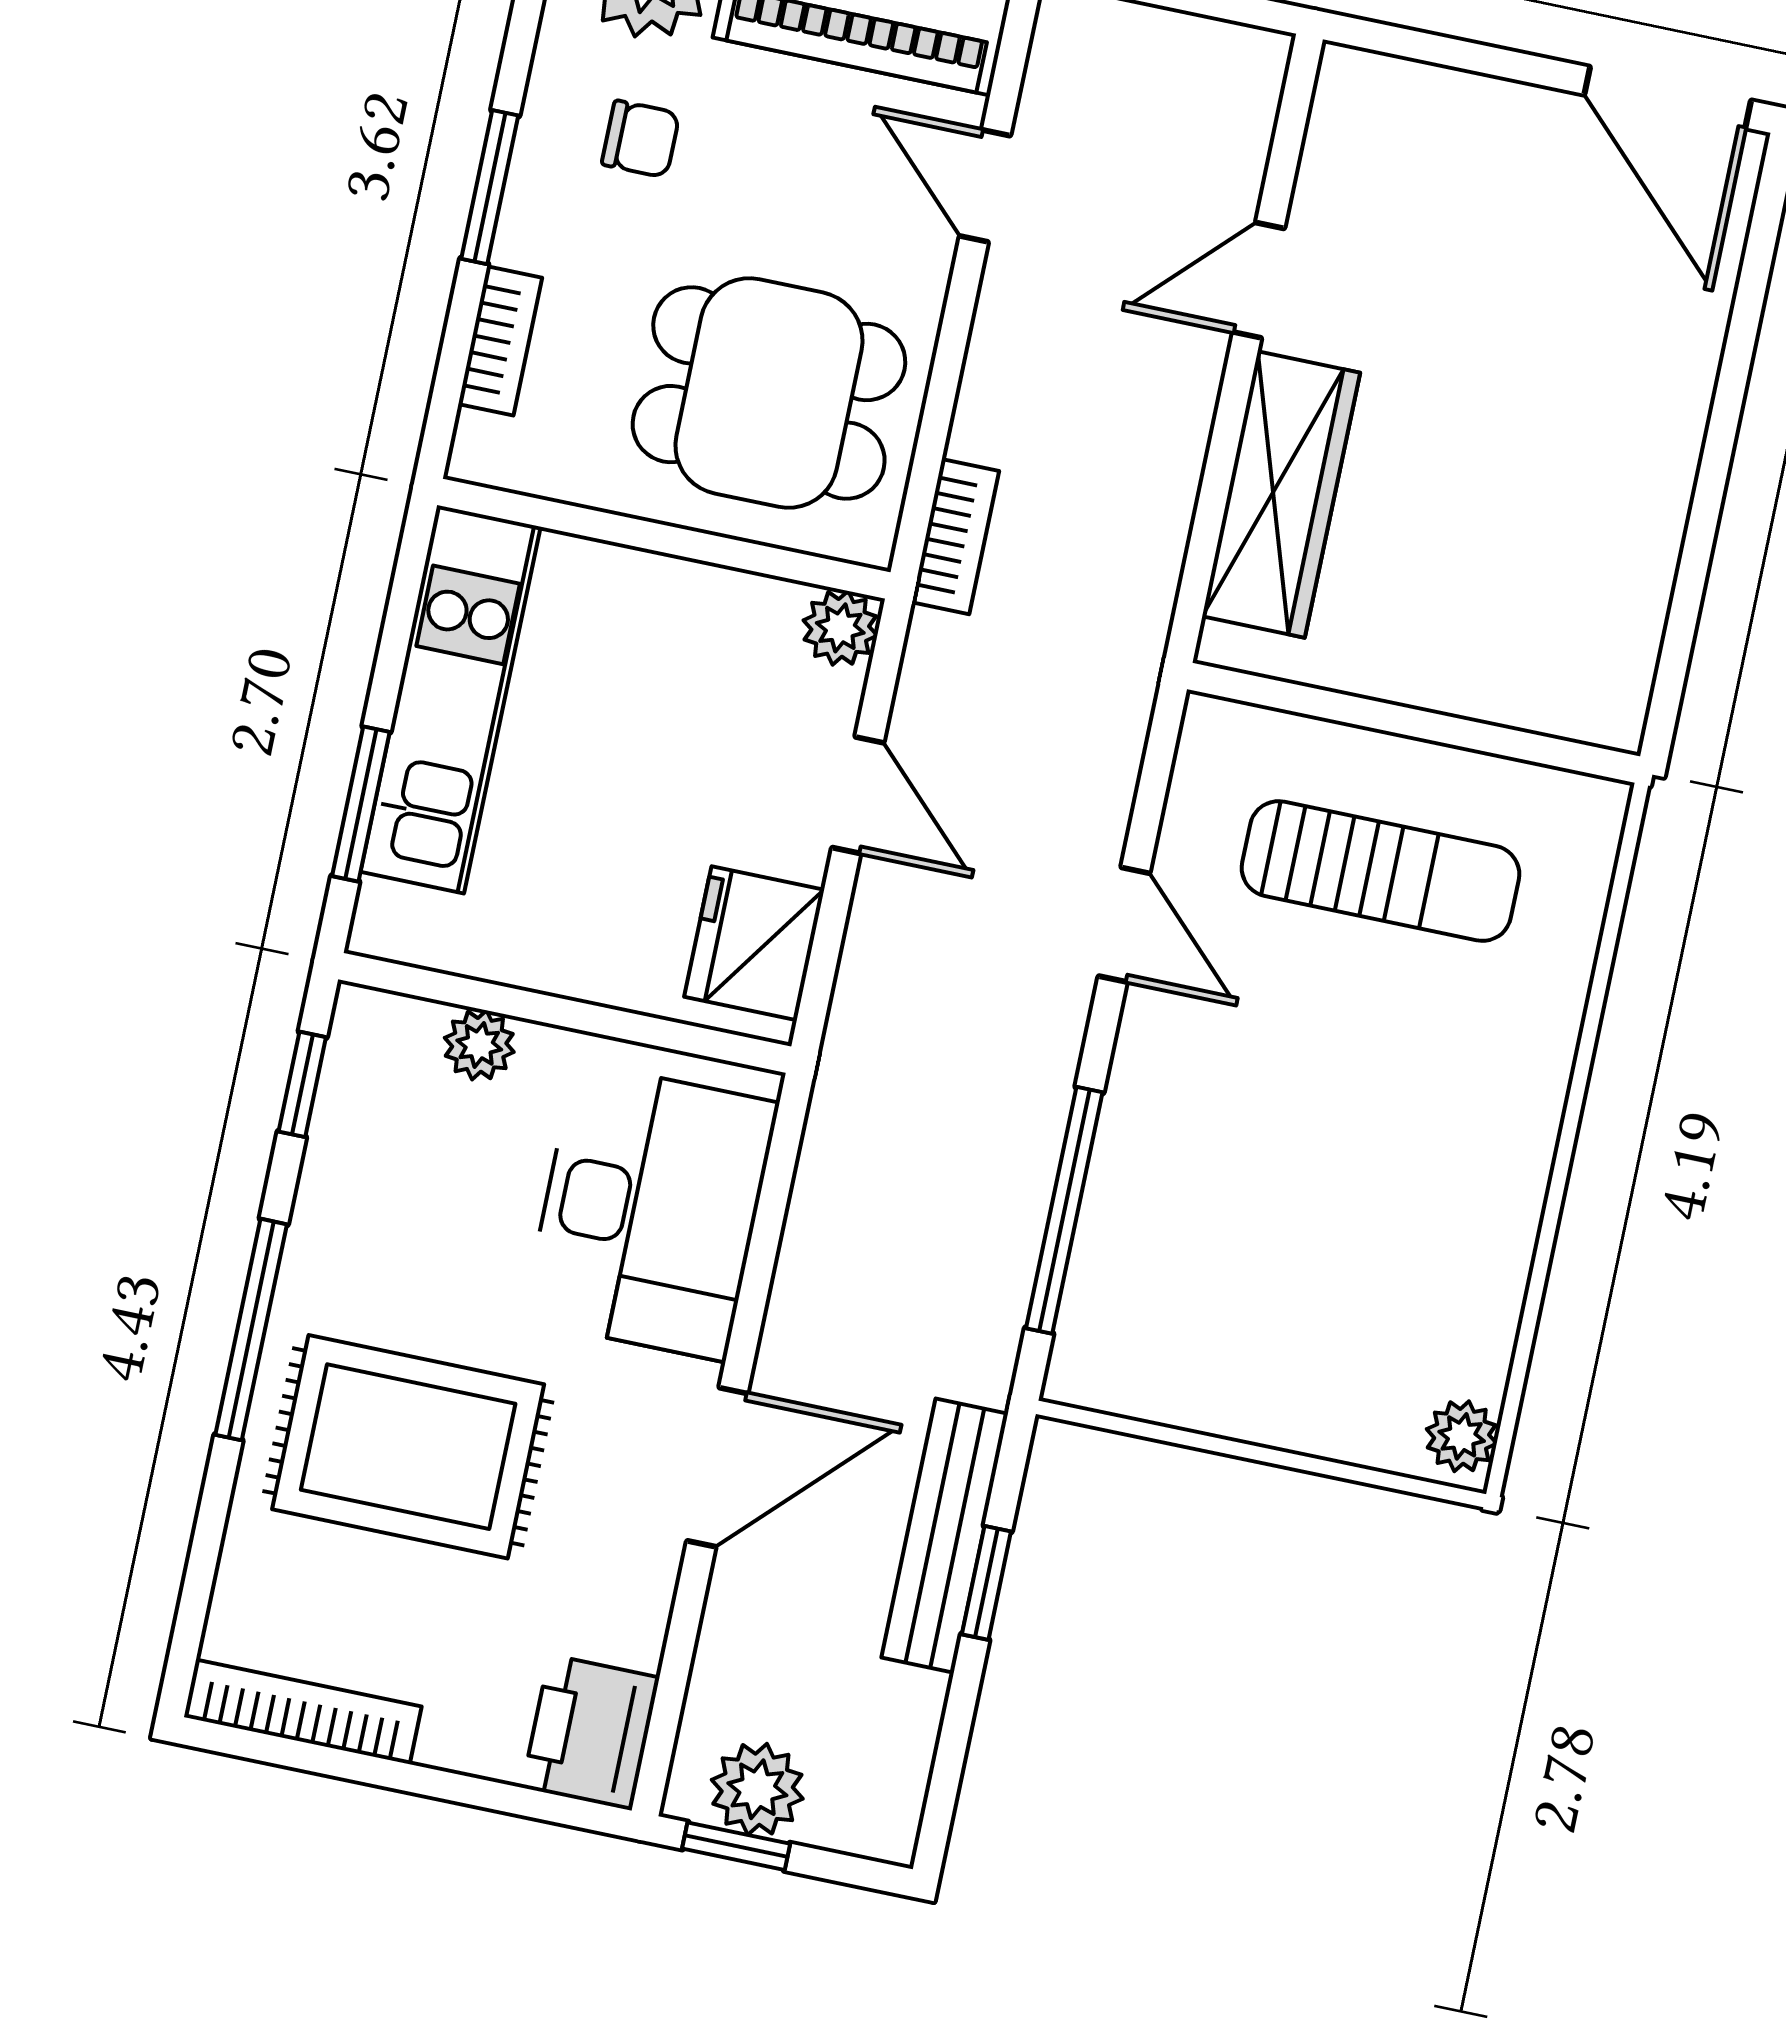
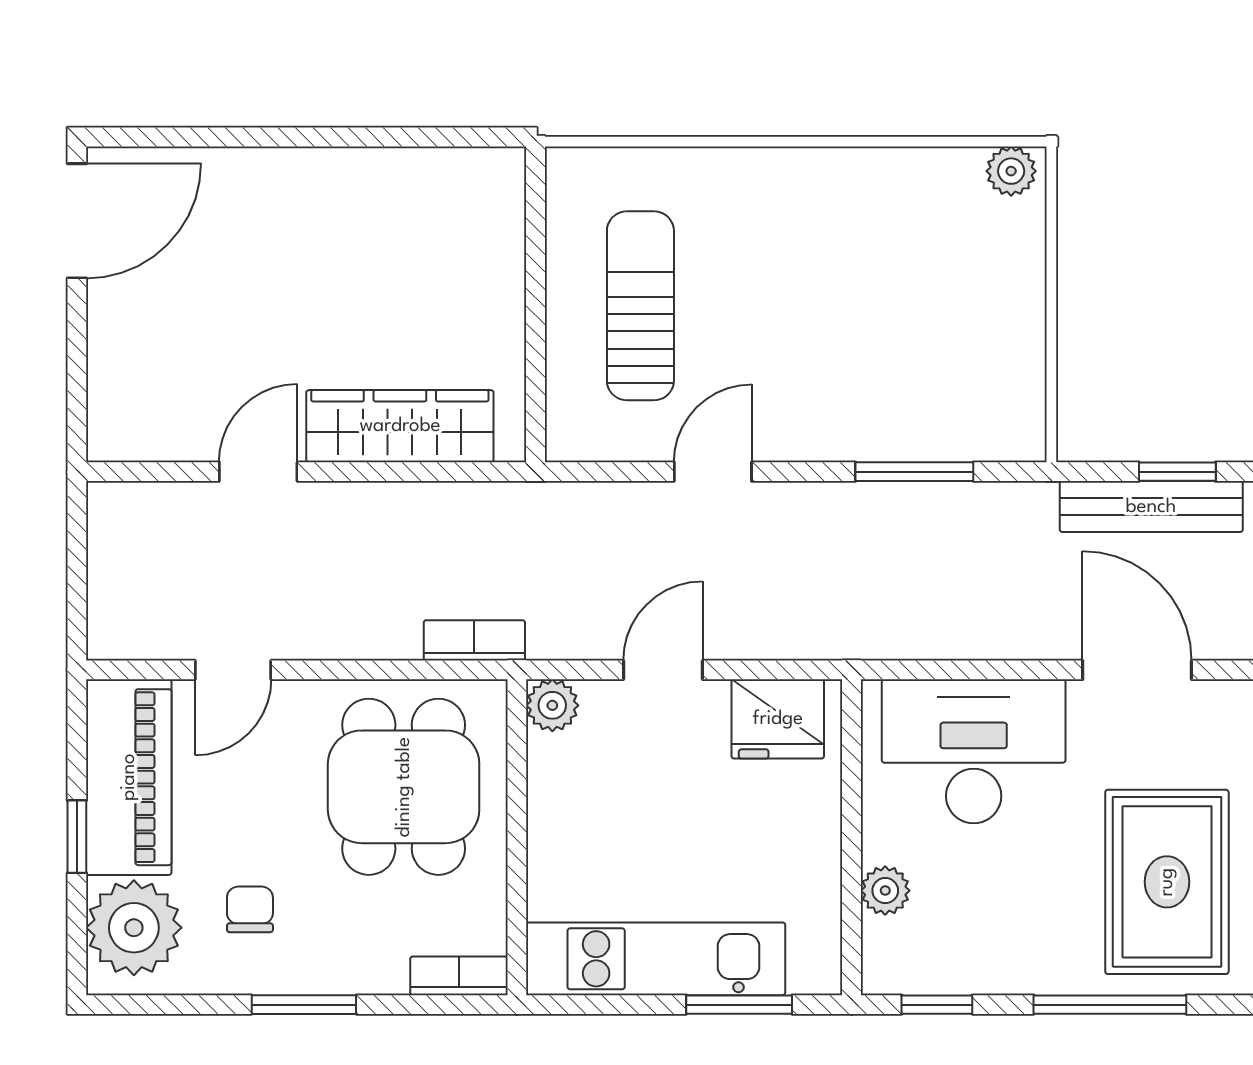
door: (1259, 280) -> (258, 472), swing flipped
bookcase: (500, 341) -> (459, 976), moved
window: (1064, 1210) -> (914, 472), width x0.69

